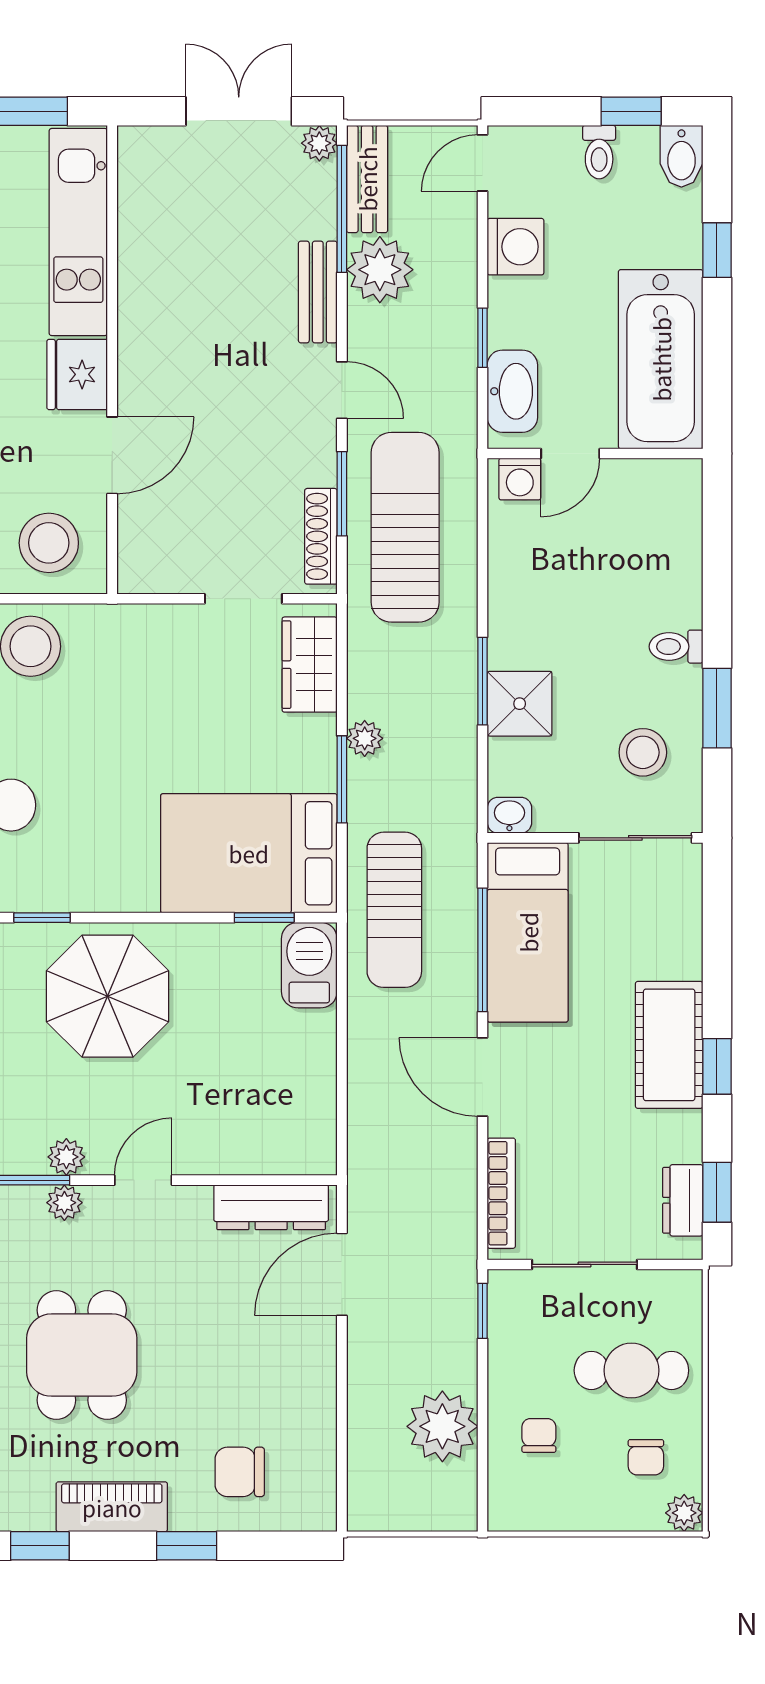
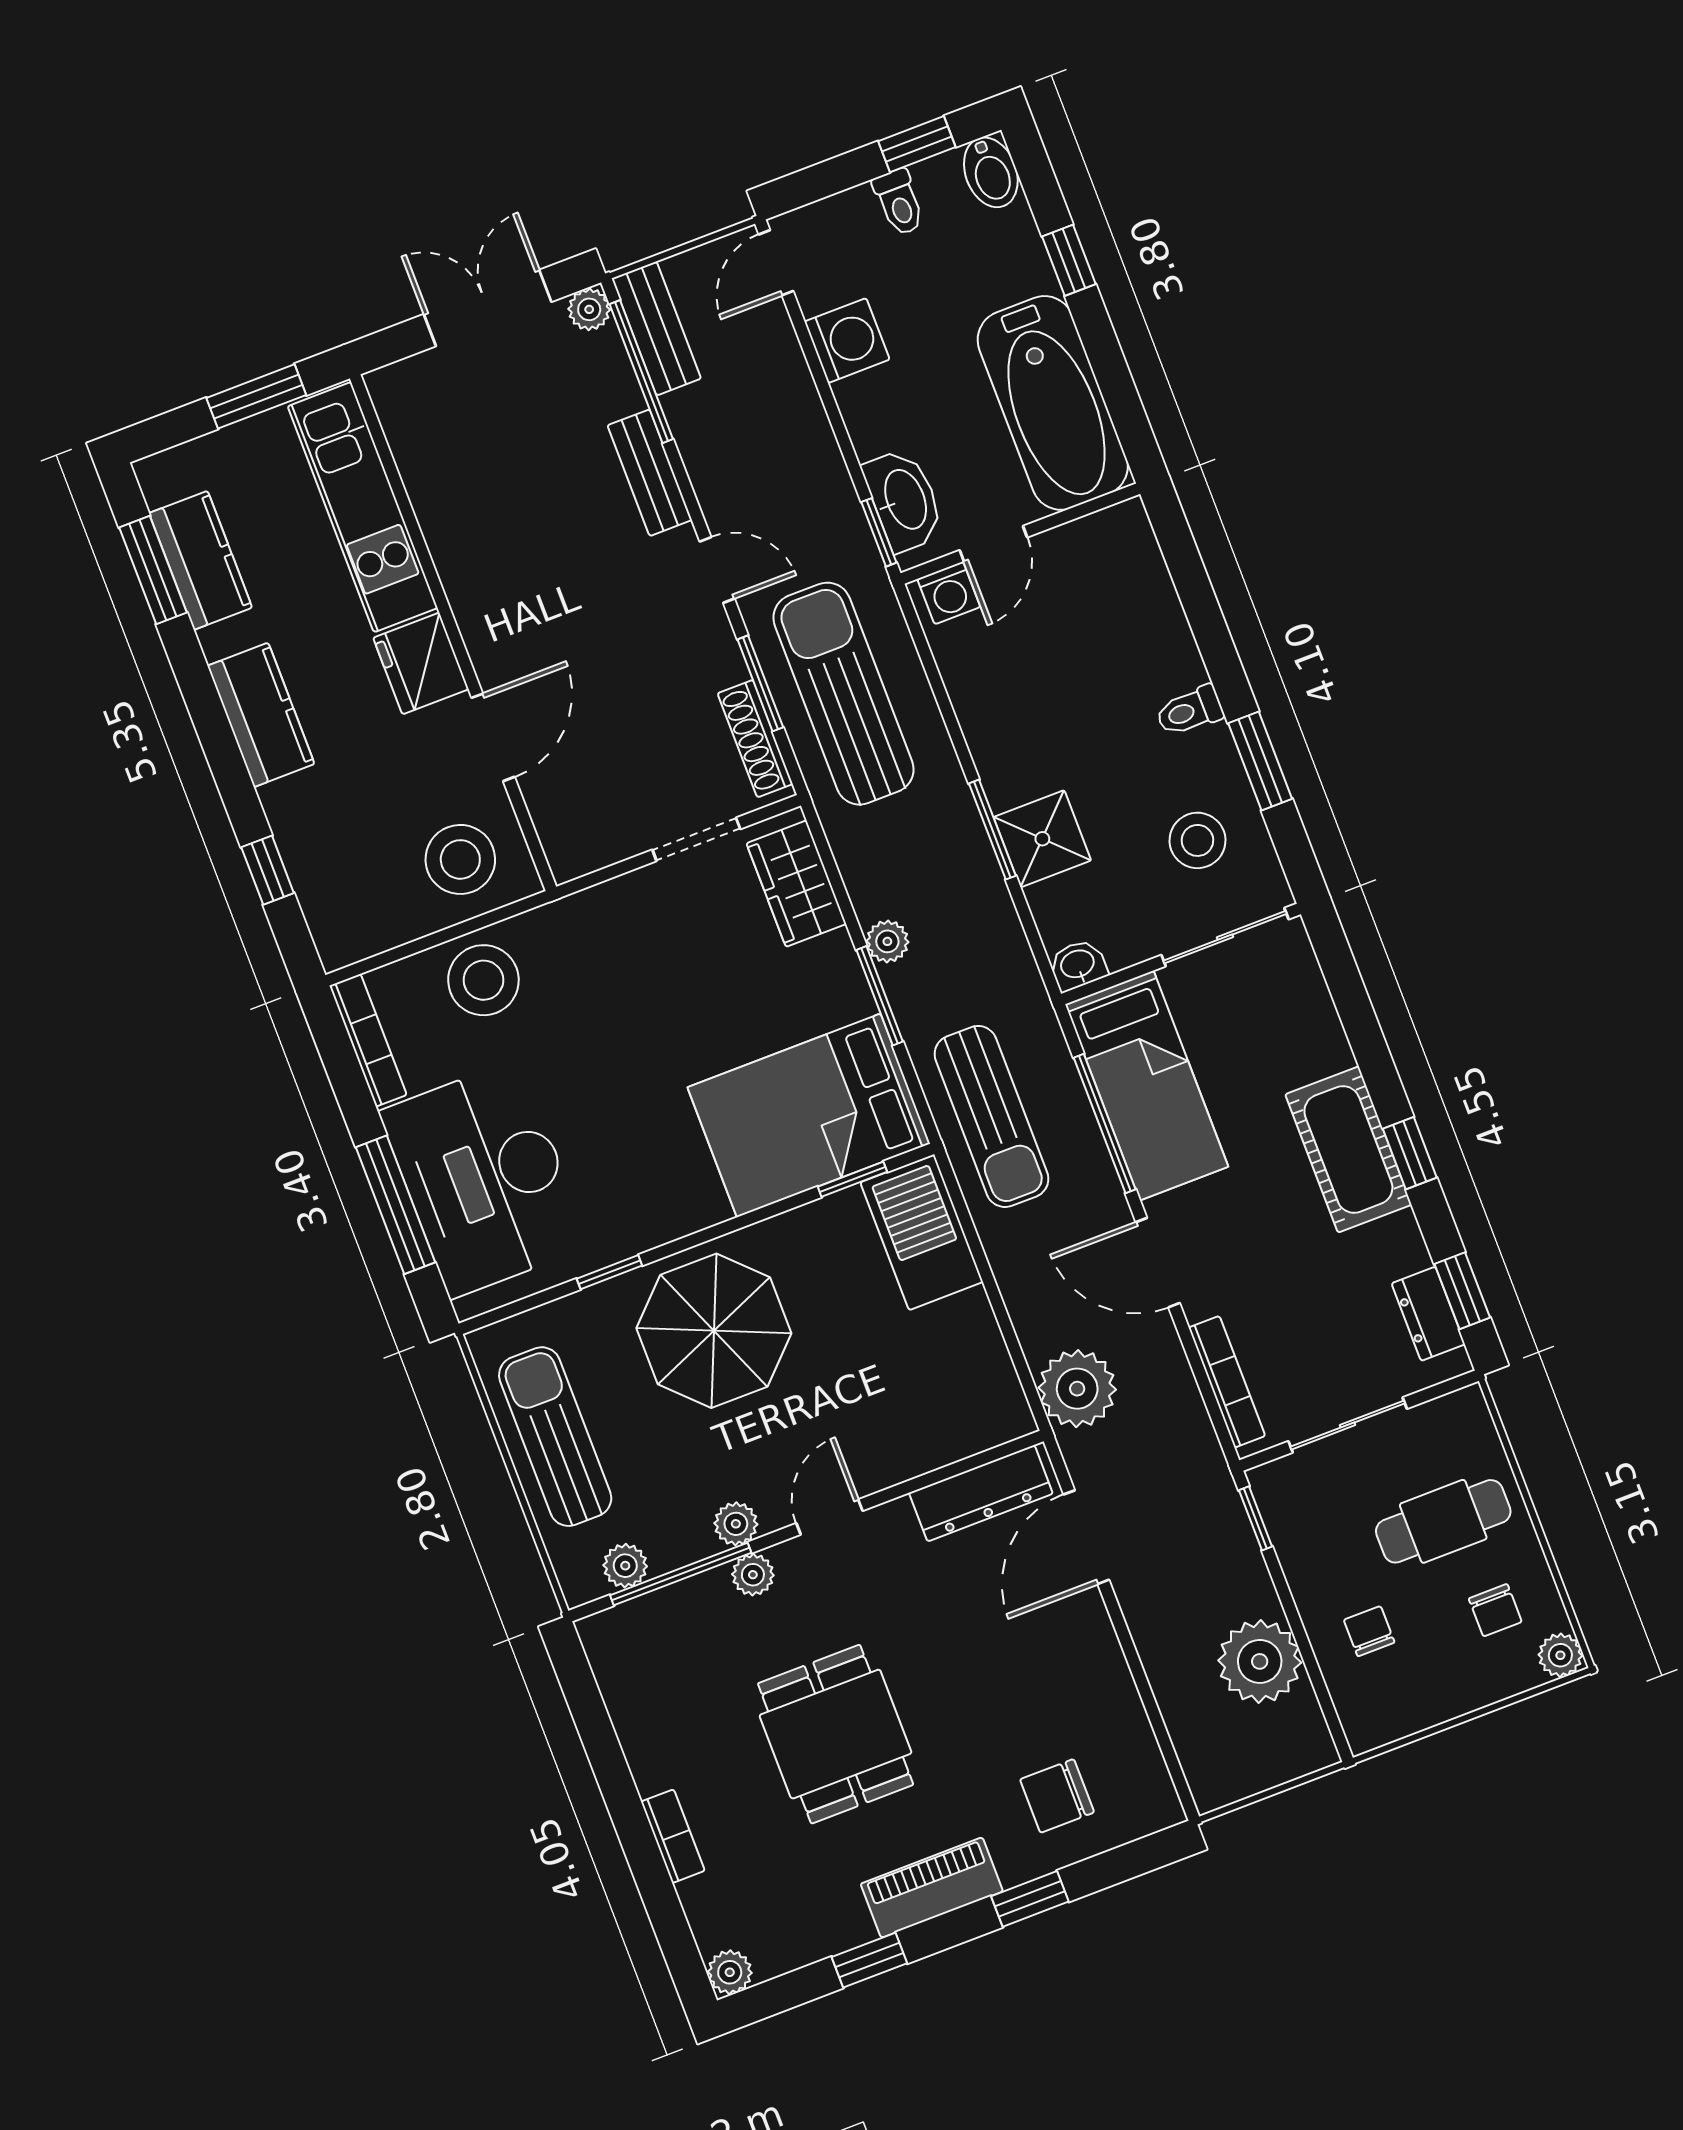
plant: (380, 270) -> (1077, 1389), moved
window: (483, 338) -> (879, 532), moved
barbecue: (309, 965) -> (922, 1232), width x1.37, depth x1.21

